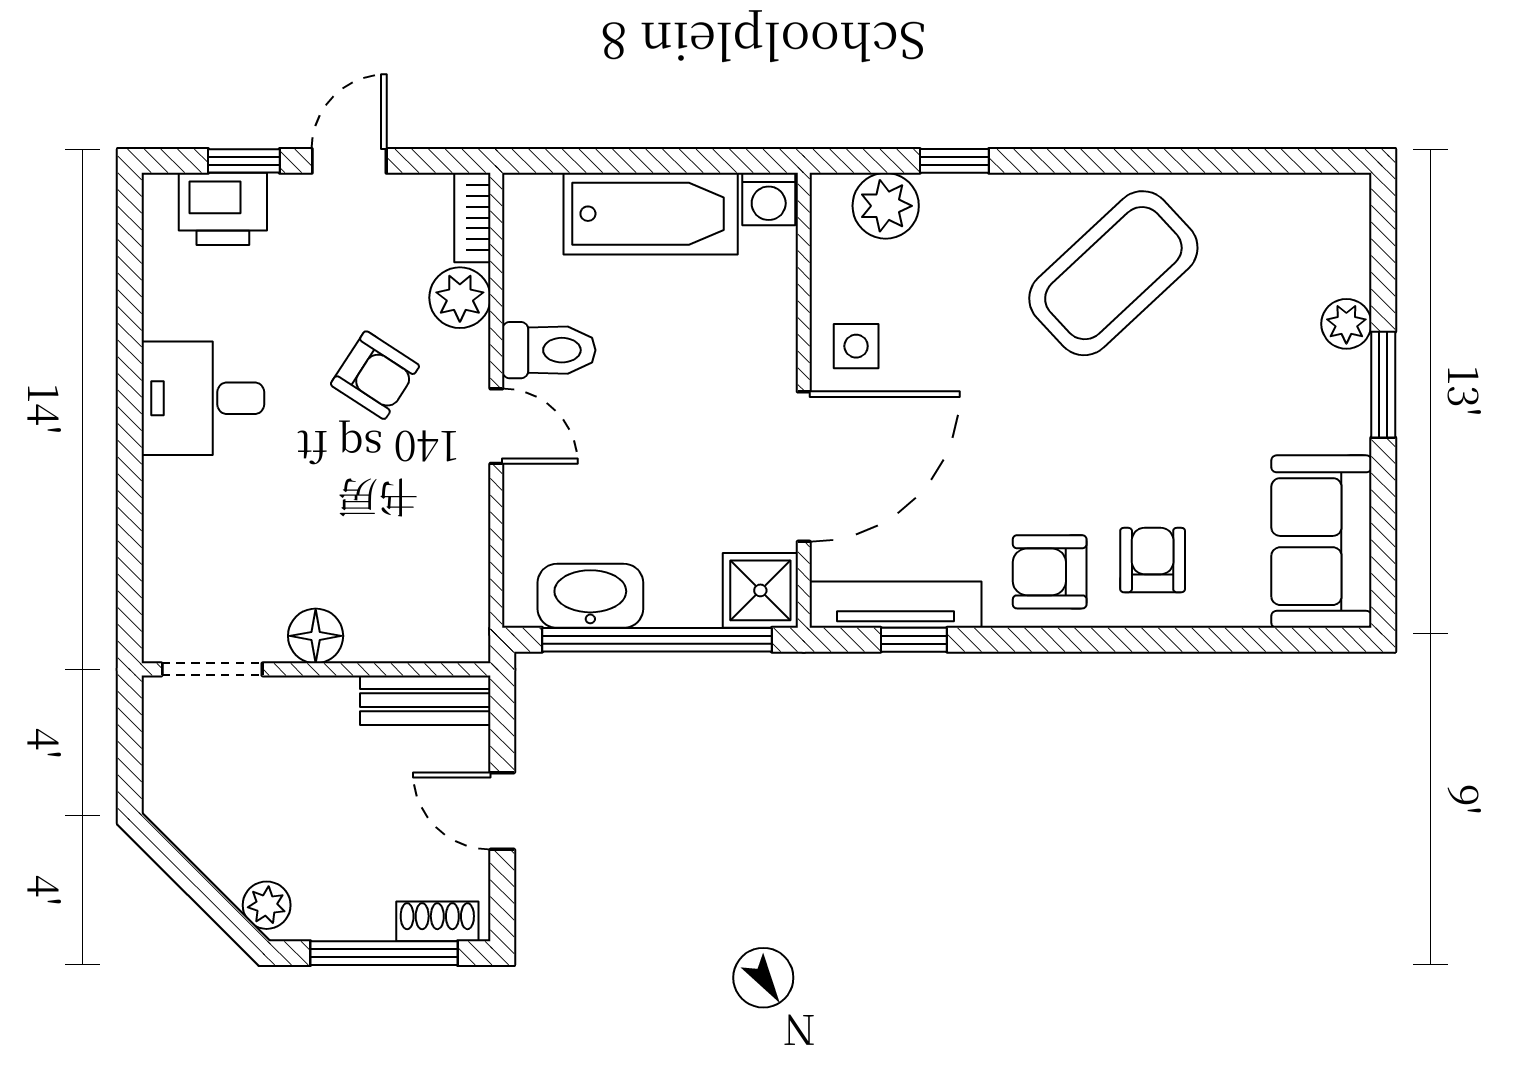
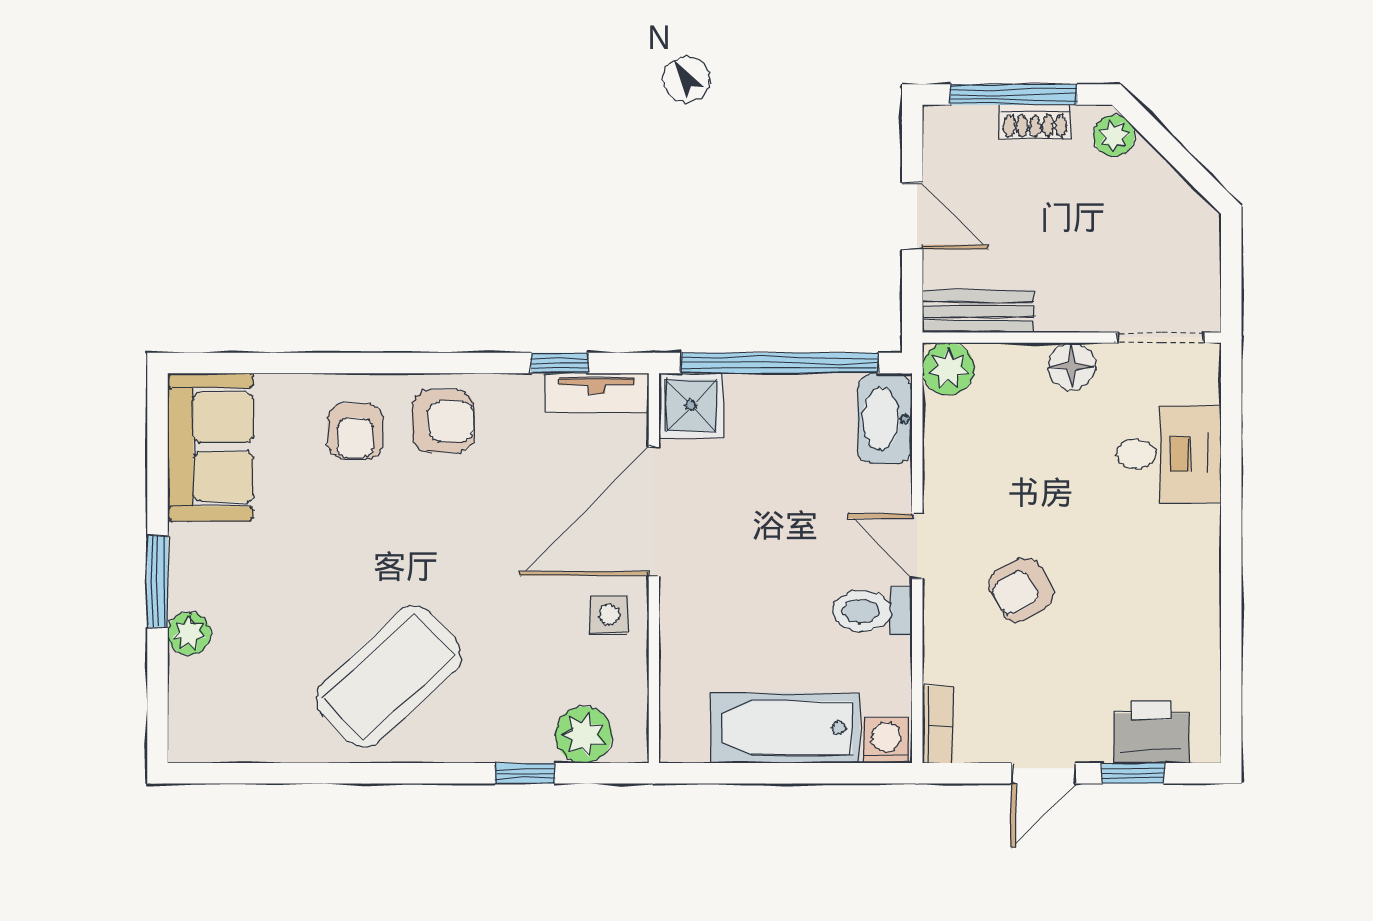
washing machine: (769, 199) -> (886, 740), moved
plant: (460, 298) -> (948, 369), moved
armchair: (375, 375) -> (1021, 590), turned -62
desk: (203, 398) -> (1169, 454), moved
washbasin: (590, 596) -> (885, 419), moved, turned 90
tv unit: (895, 605) -> (597, 393), width x0.71
shoe rack: (437, 921) -> (1035, 122), moved

